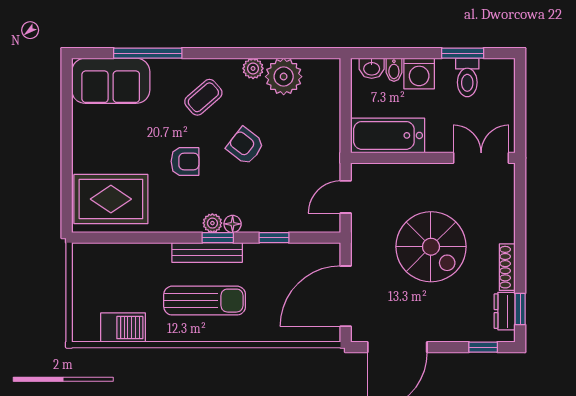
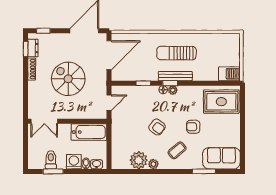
window: (148, 53) -> (204, 171), width x0.69
armchair: (185, 161) -> (193, 127), moved
barbecue: (123, 328) -> (229, 74), moved, turned 180

